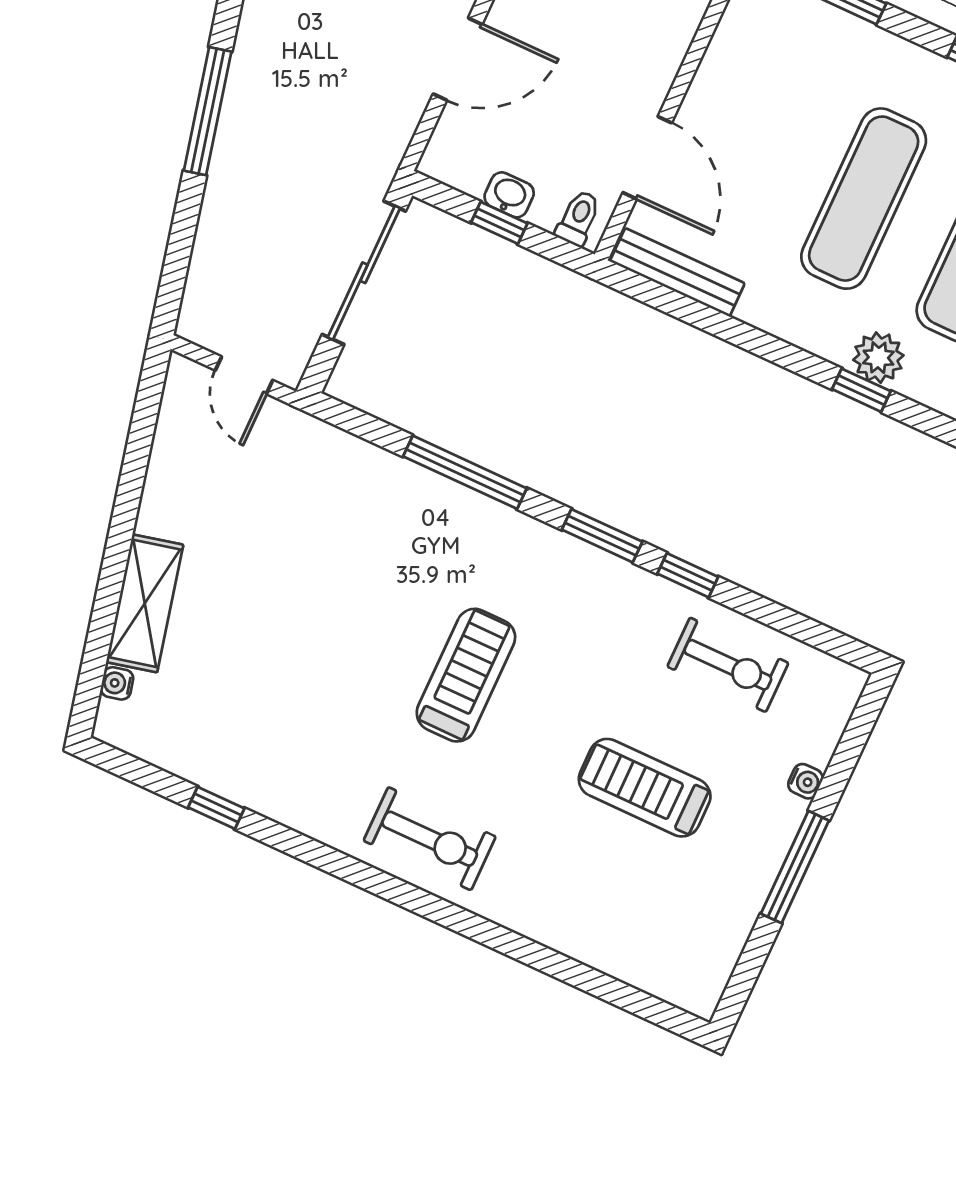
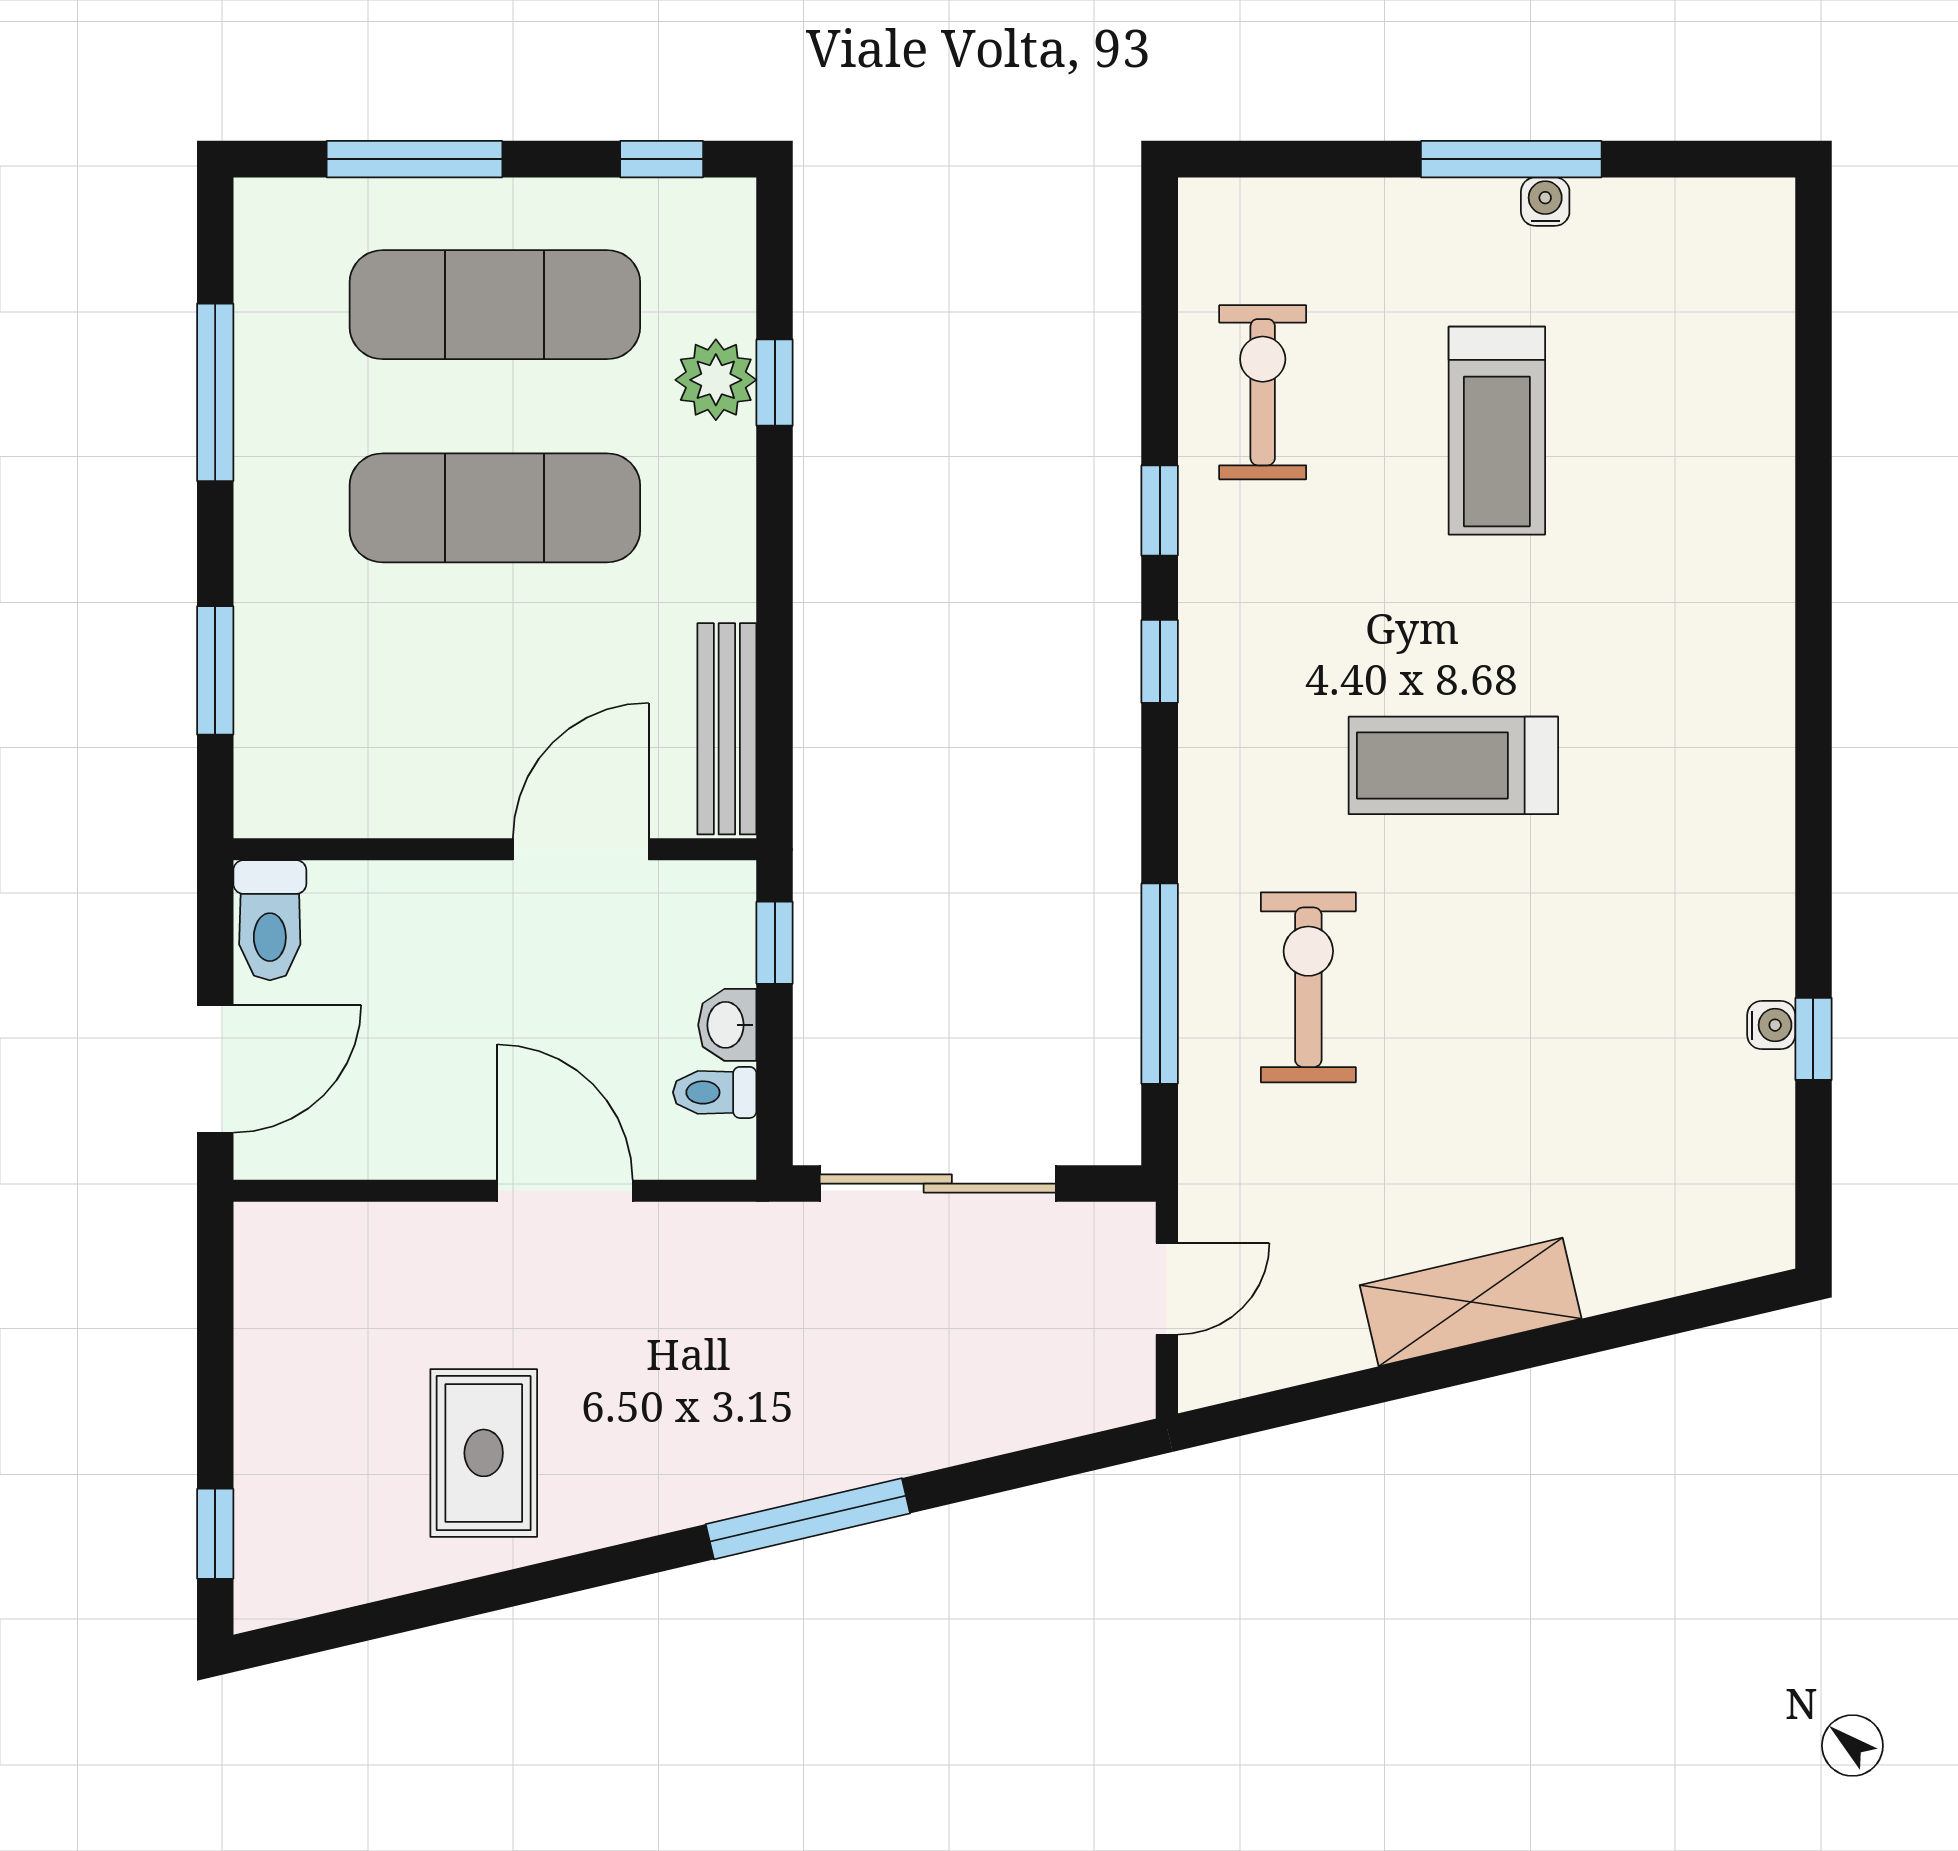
toilet: (578, 218) -> (715, 1092), moved
window: (499, 223) -> (775, 943), moved
window: (465, 472) -> (1160, 984), moved
window: (602, 536) -> (1160, 661), width x0.67
shelving: (145, 603) -> (1471, 1302), moved
water cooler: (117, 683) -> (1771, 1025), moved, turned -77
water cooler: (805, 781) -> (1545, 202), moved
exercise bike: (430, 839) -> (1308, 987), moved

